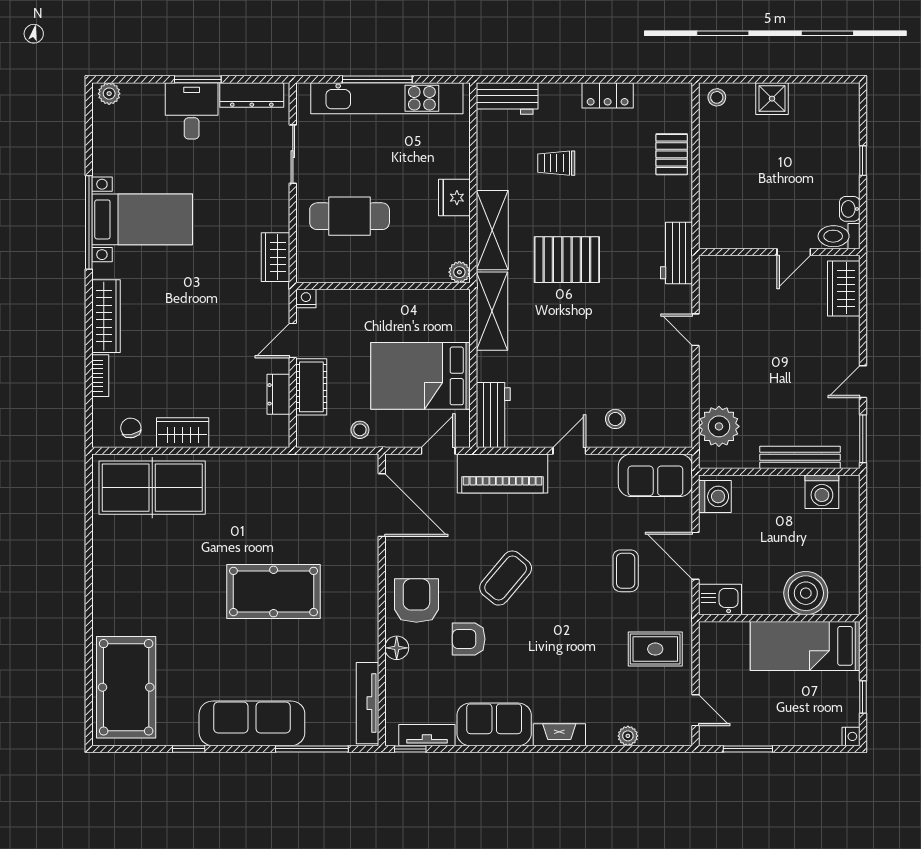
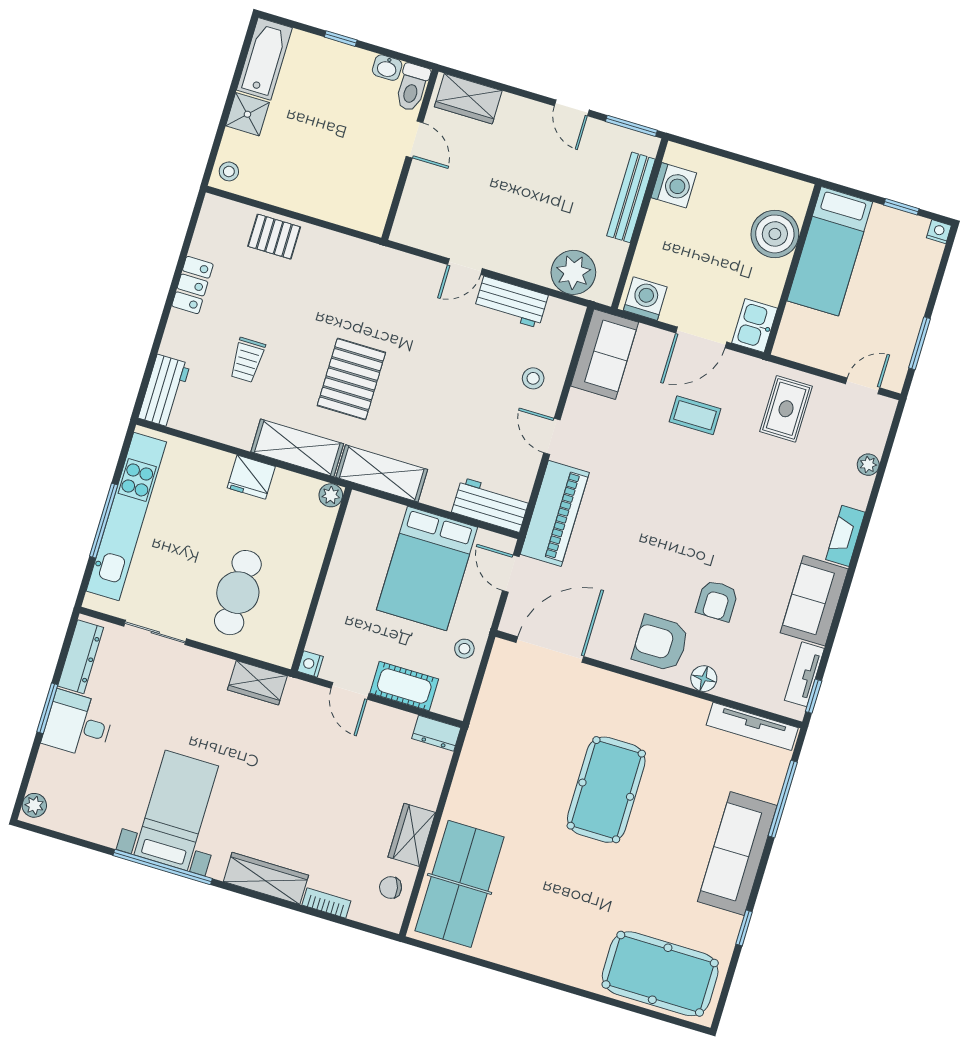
bathtub: (825, 99) -> (264, 59), added
workbench: (676, 253) -> (511, 302), moved
dresser: (278, 394) -> (436, 733), moved
coffee table: (506, 578) -> (665, 543), removed

